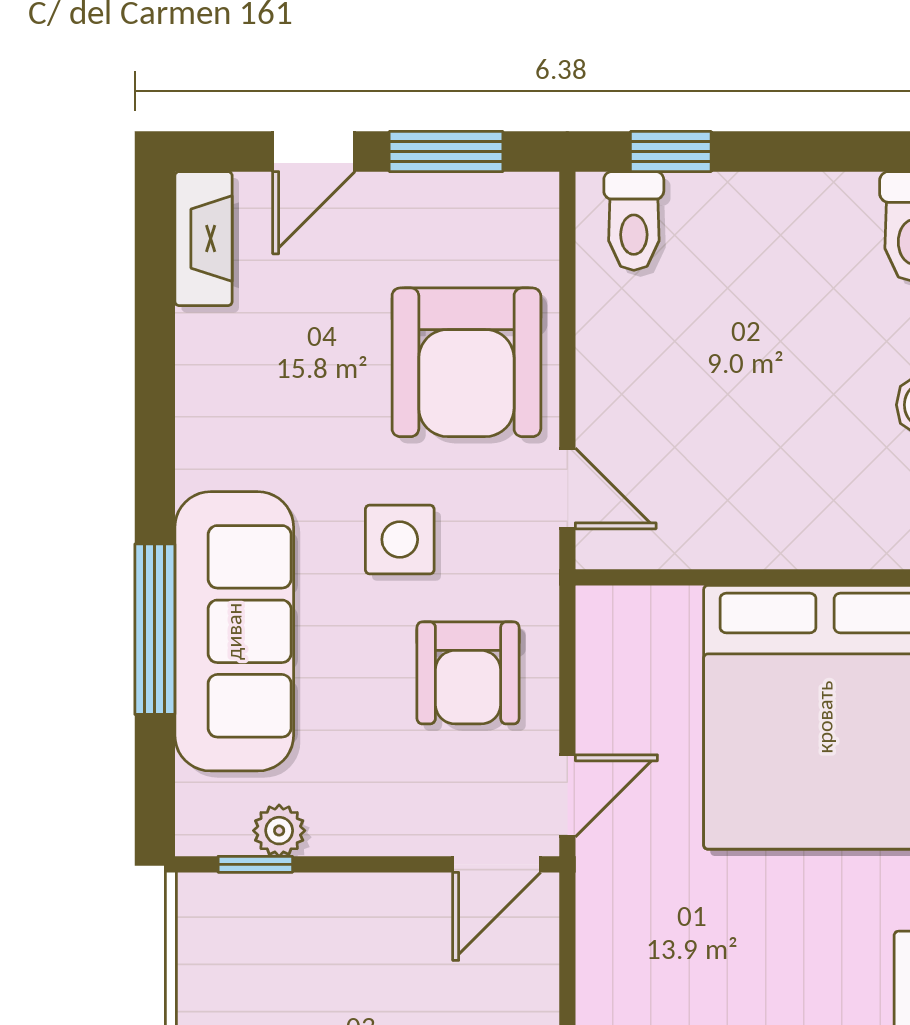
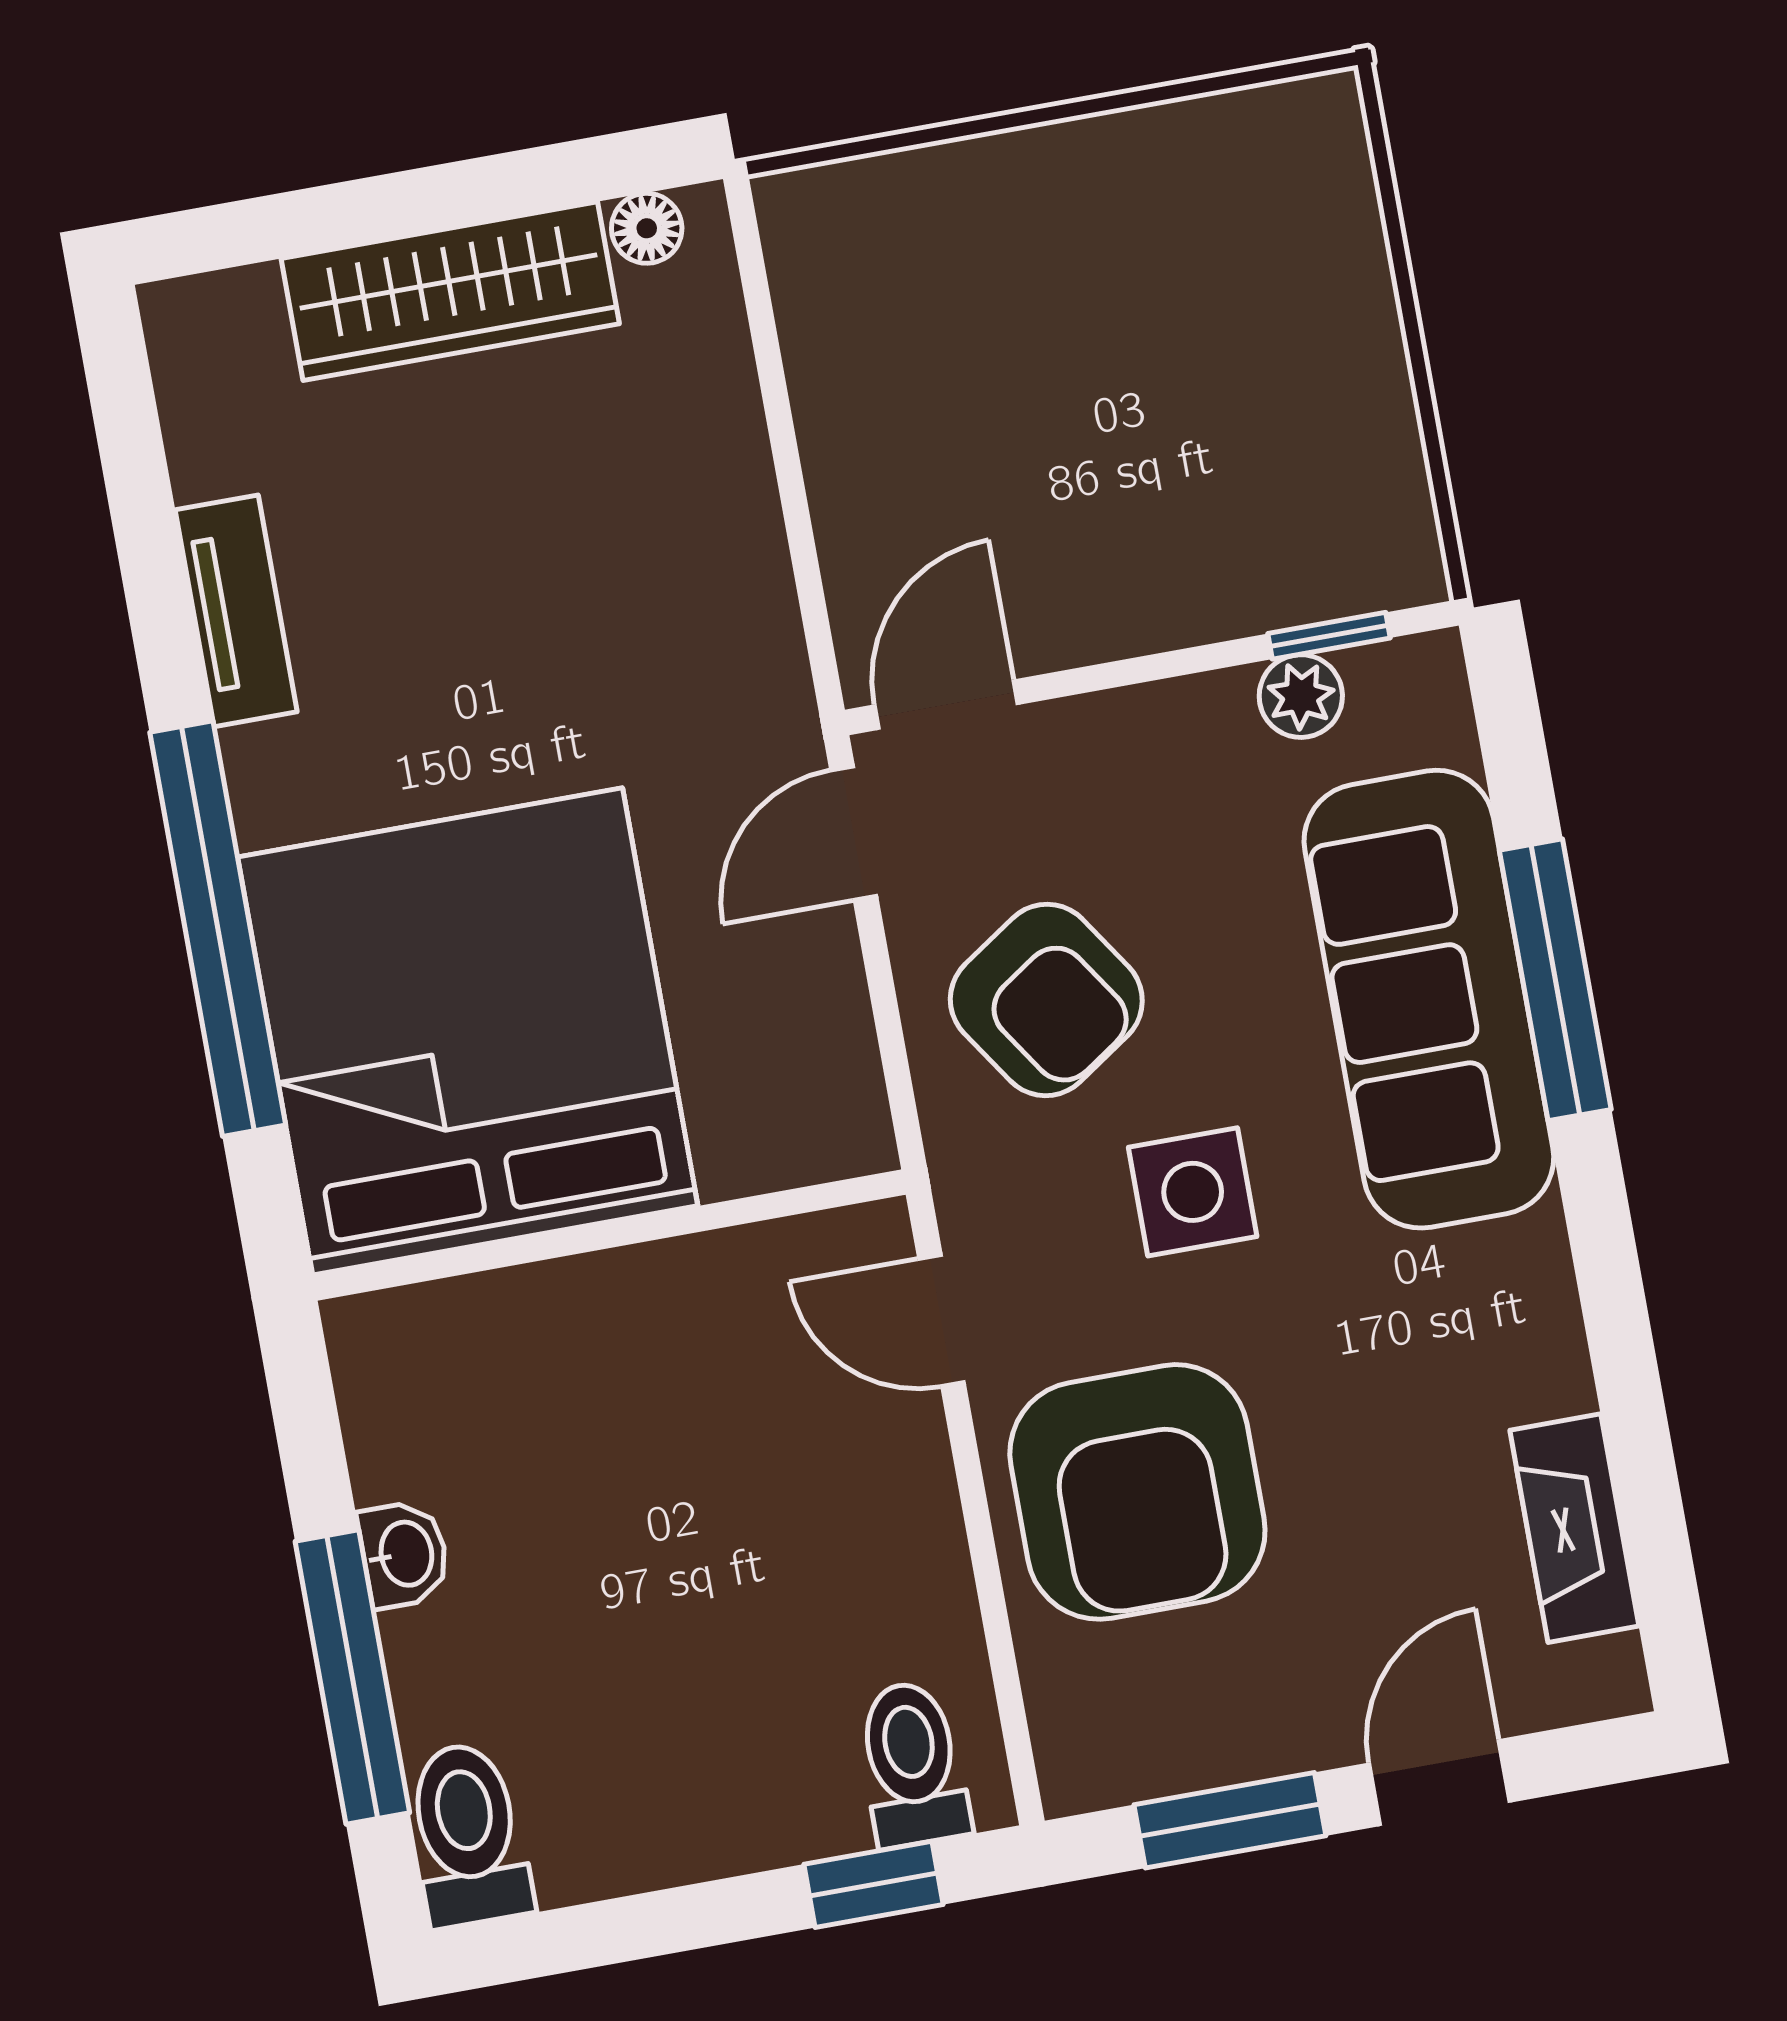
fireplace: (203, 239) -> (1574, 1528), moved
armchair: (466, 362) -> (1137, 1492), turned 180
armchair: (468, 673) -> (1046, 1000), turned 146

